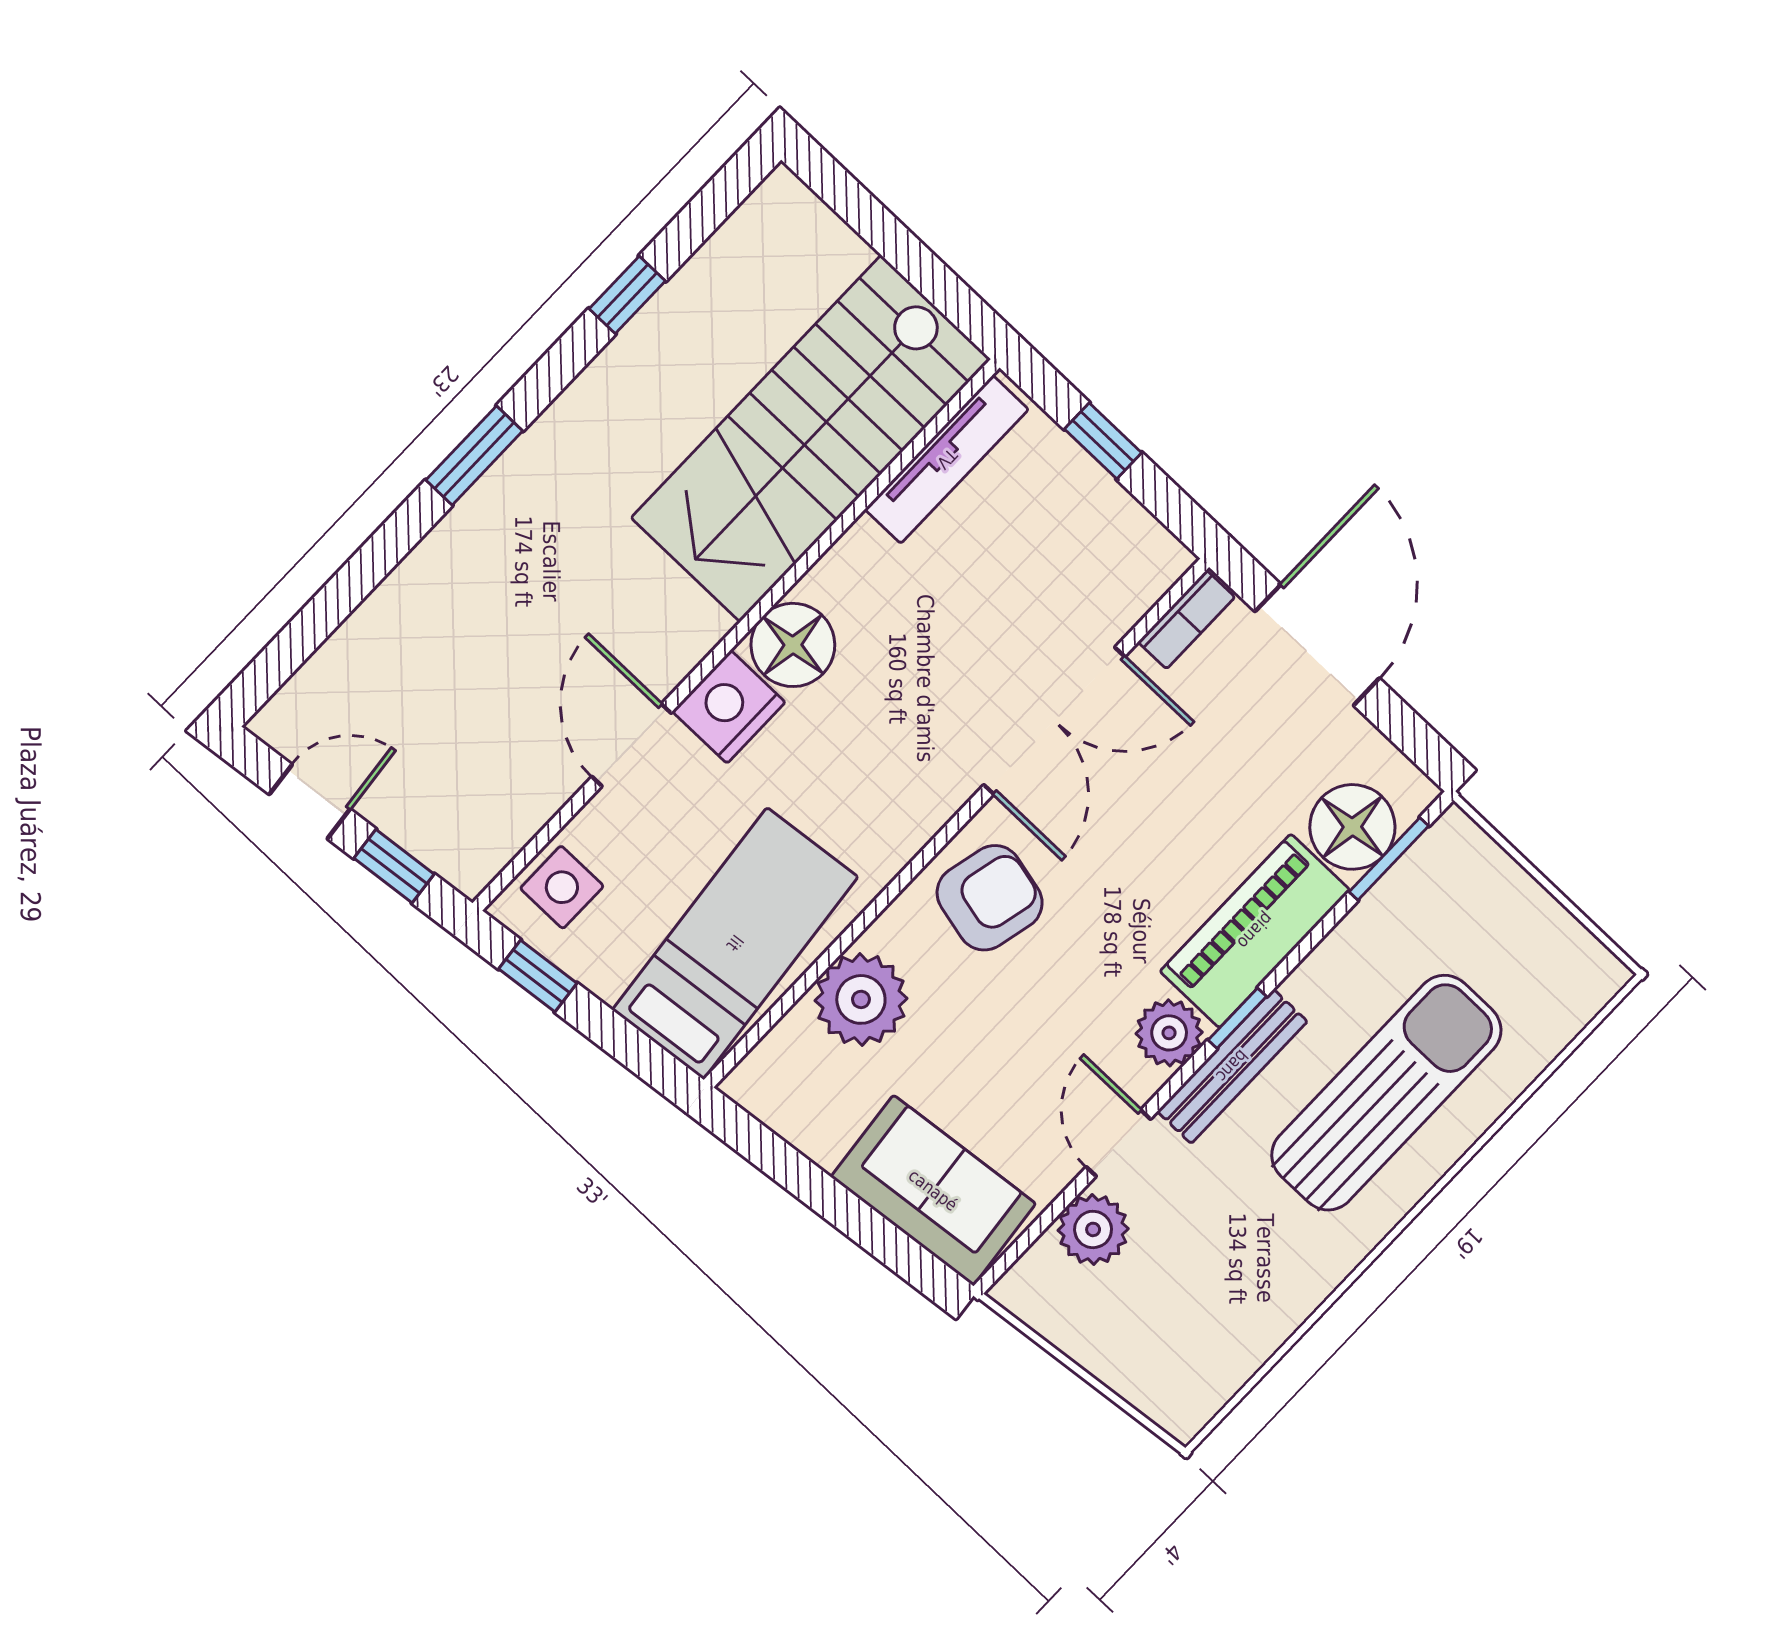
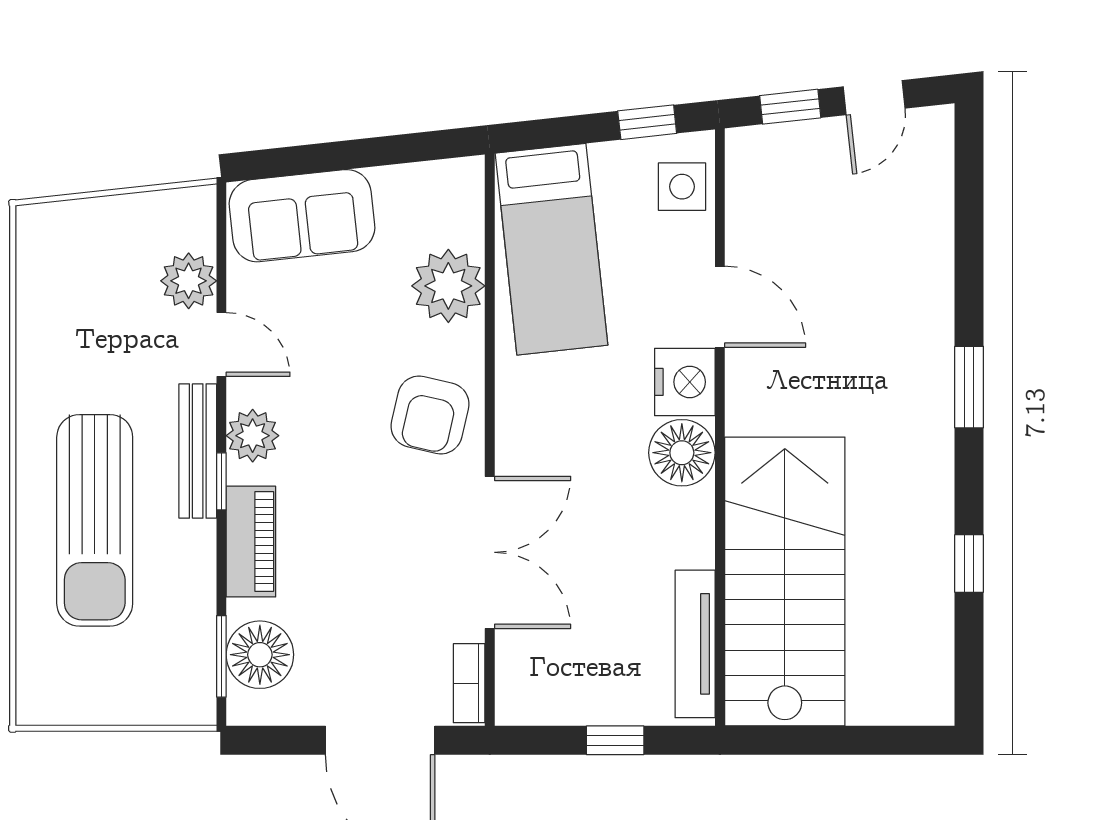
double door: (1054, 721) -> (490, 552), swing flipped
piano: (1255, 931) -> (251, 542), width x0.73, depth x0.75

